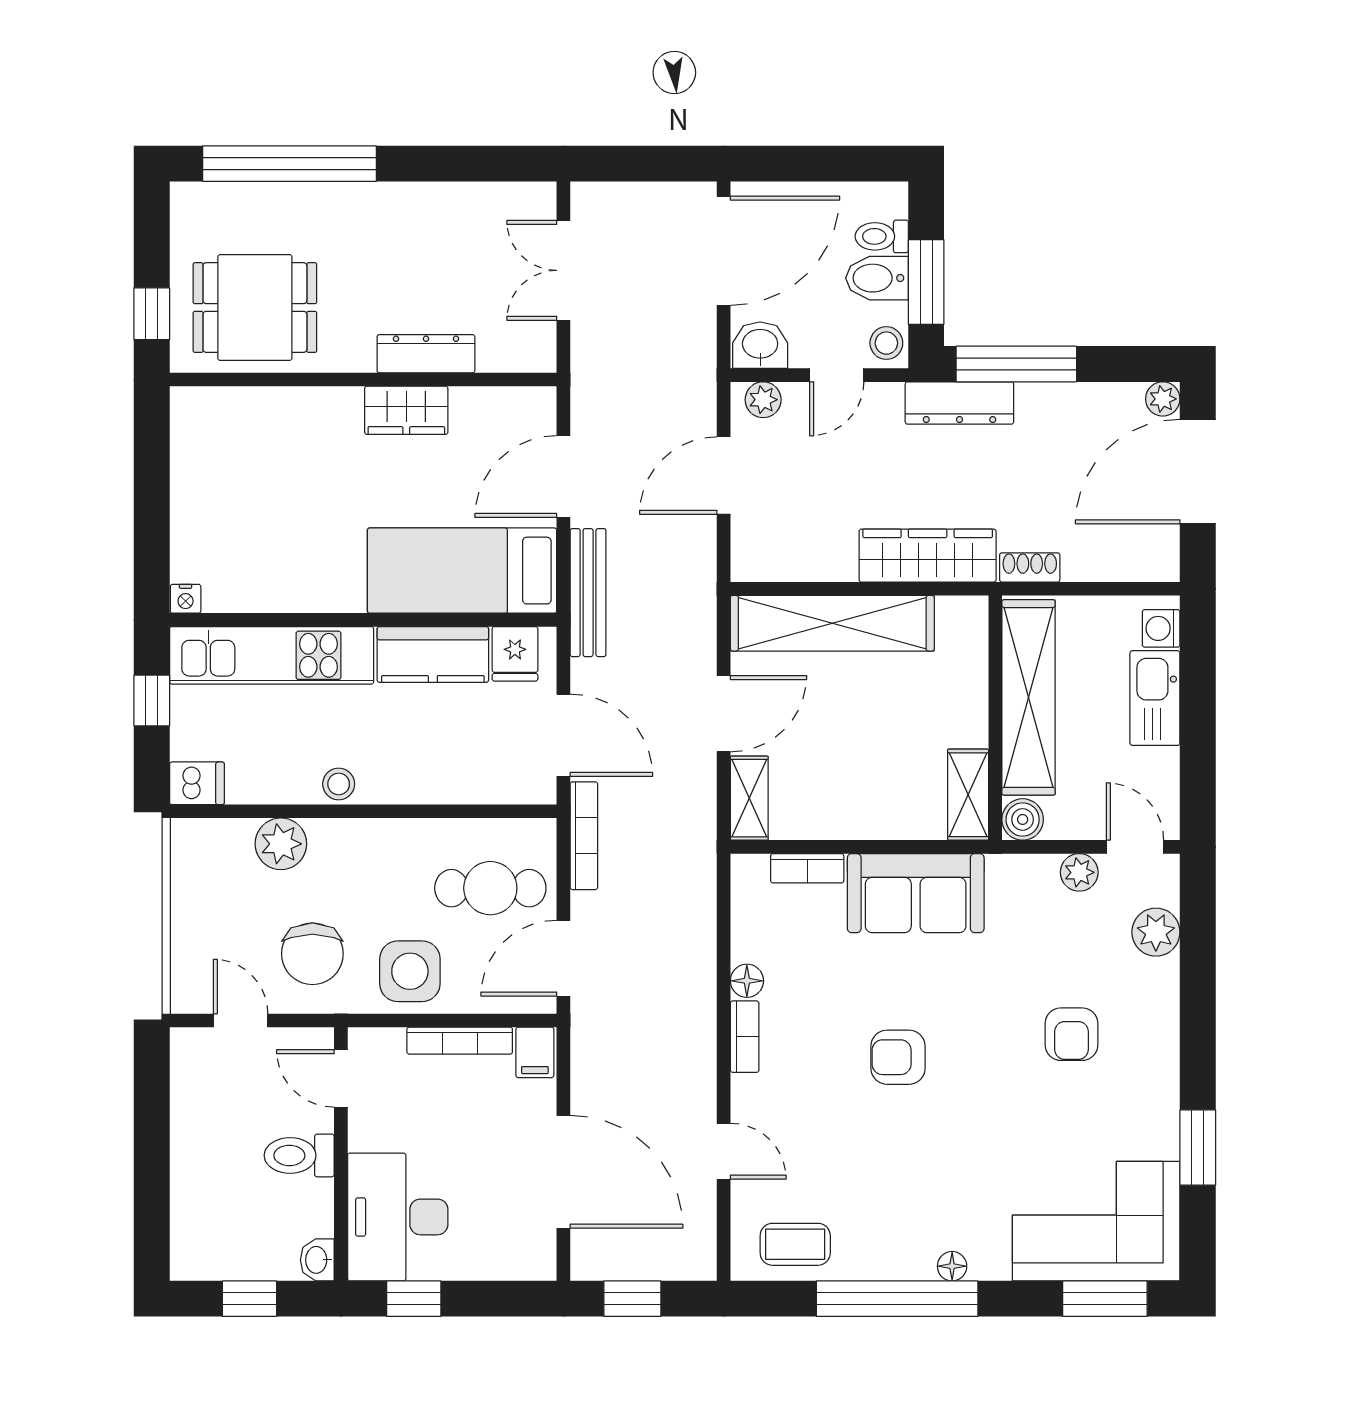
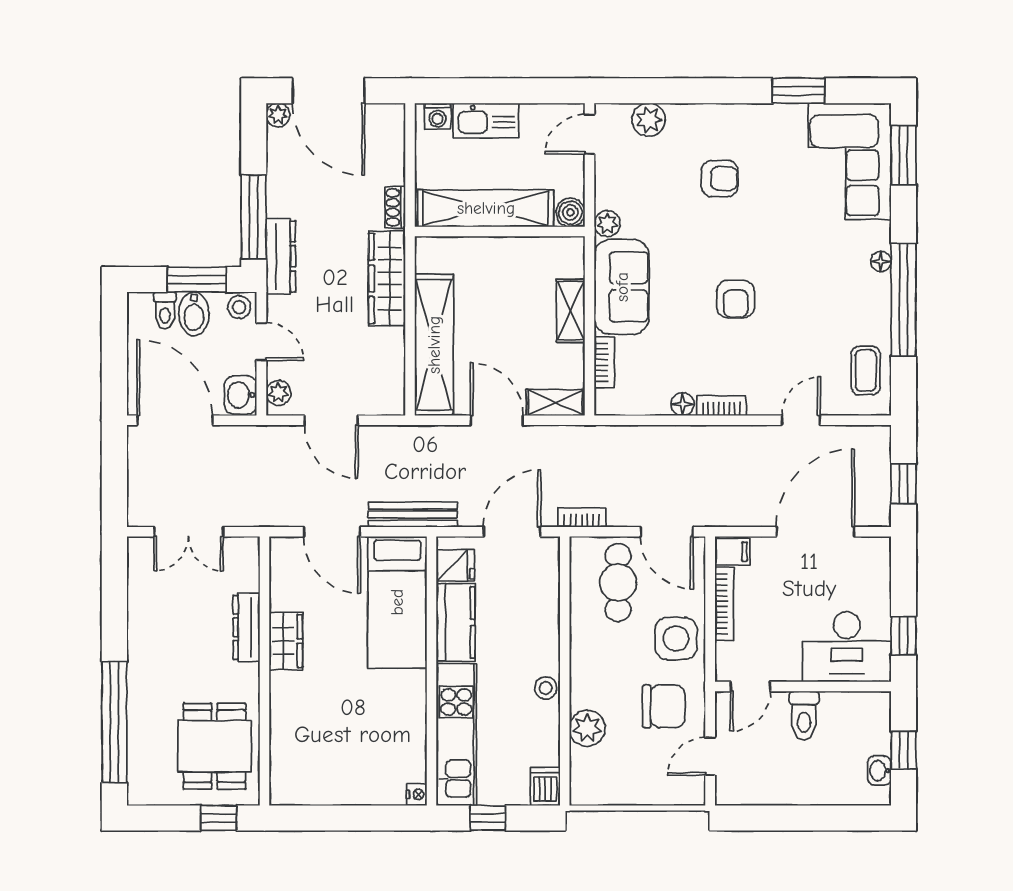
shelving: (968, 795) -> (571, 311), moved, turned 90
bookcase: (584, 836) -> (582, 517), width x0.64
plant: (1079, 872) -> (607, 224), moved
washbasin: (317, 1260) -> (879, 771), moved, turned 90

